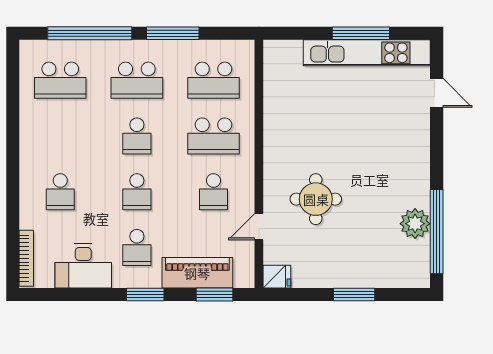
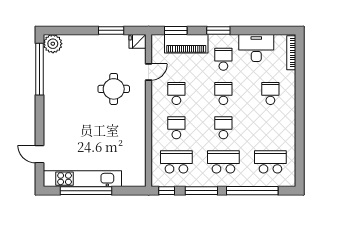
window: (229, 33) -> (167, 191), added
window: (361, 33) -> (86, 191), width x1.46
school desk: (214, 136) -> (176, 128), width x0.54
plant: (415, 224) -> (53, 44), moved
window: (354, 294) -> (111, 30), moved

